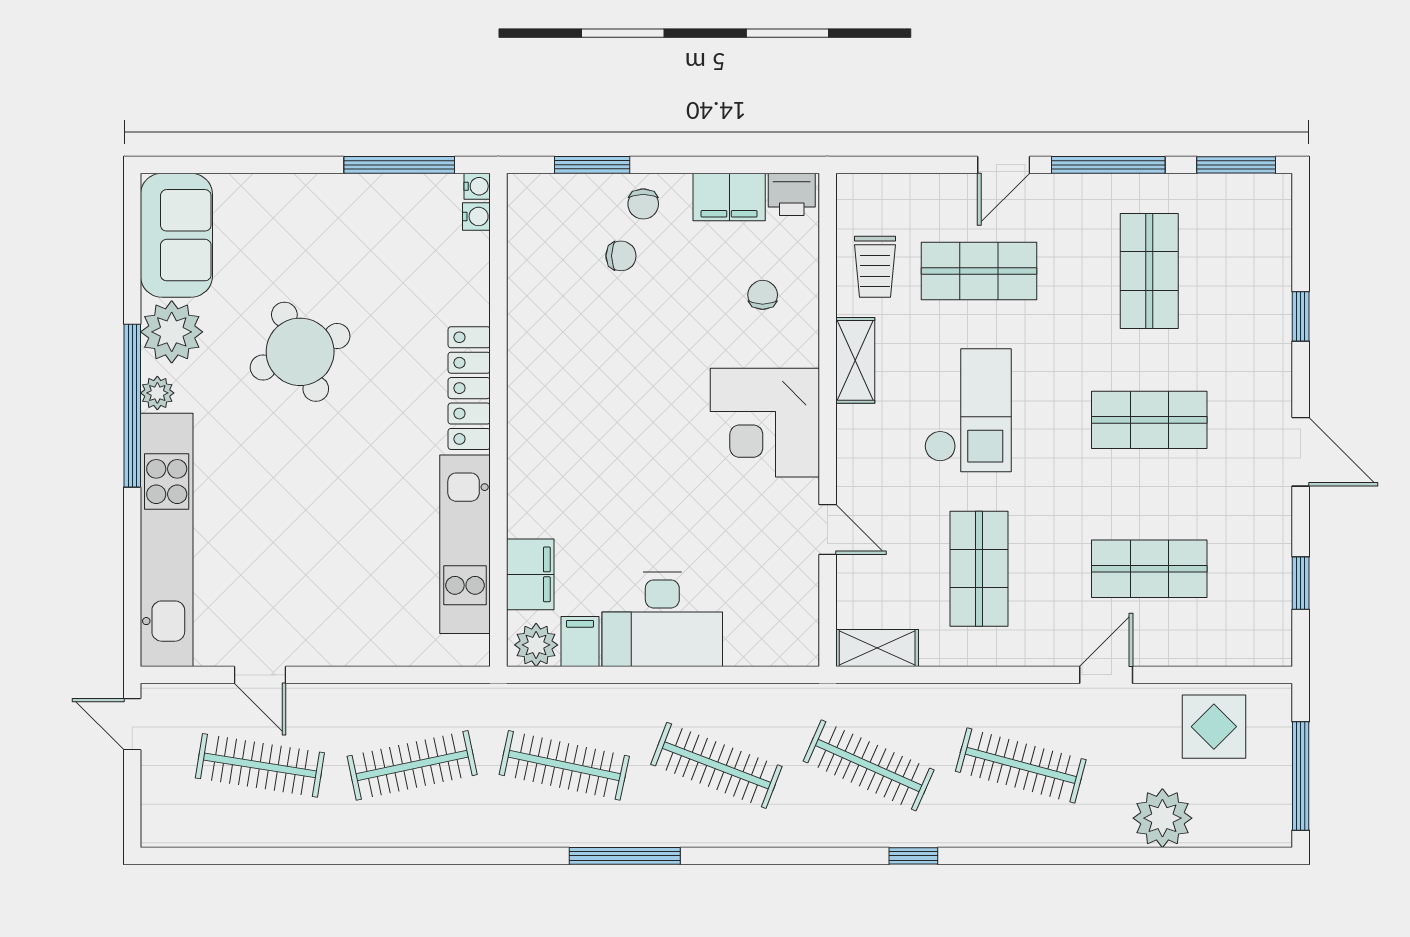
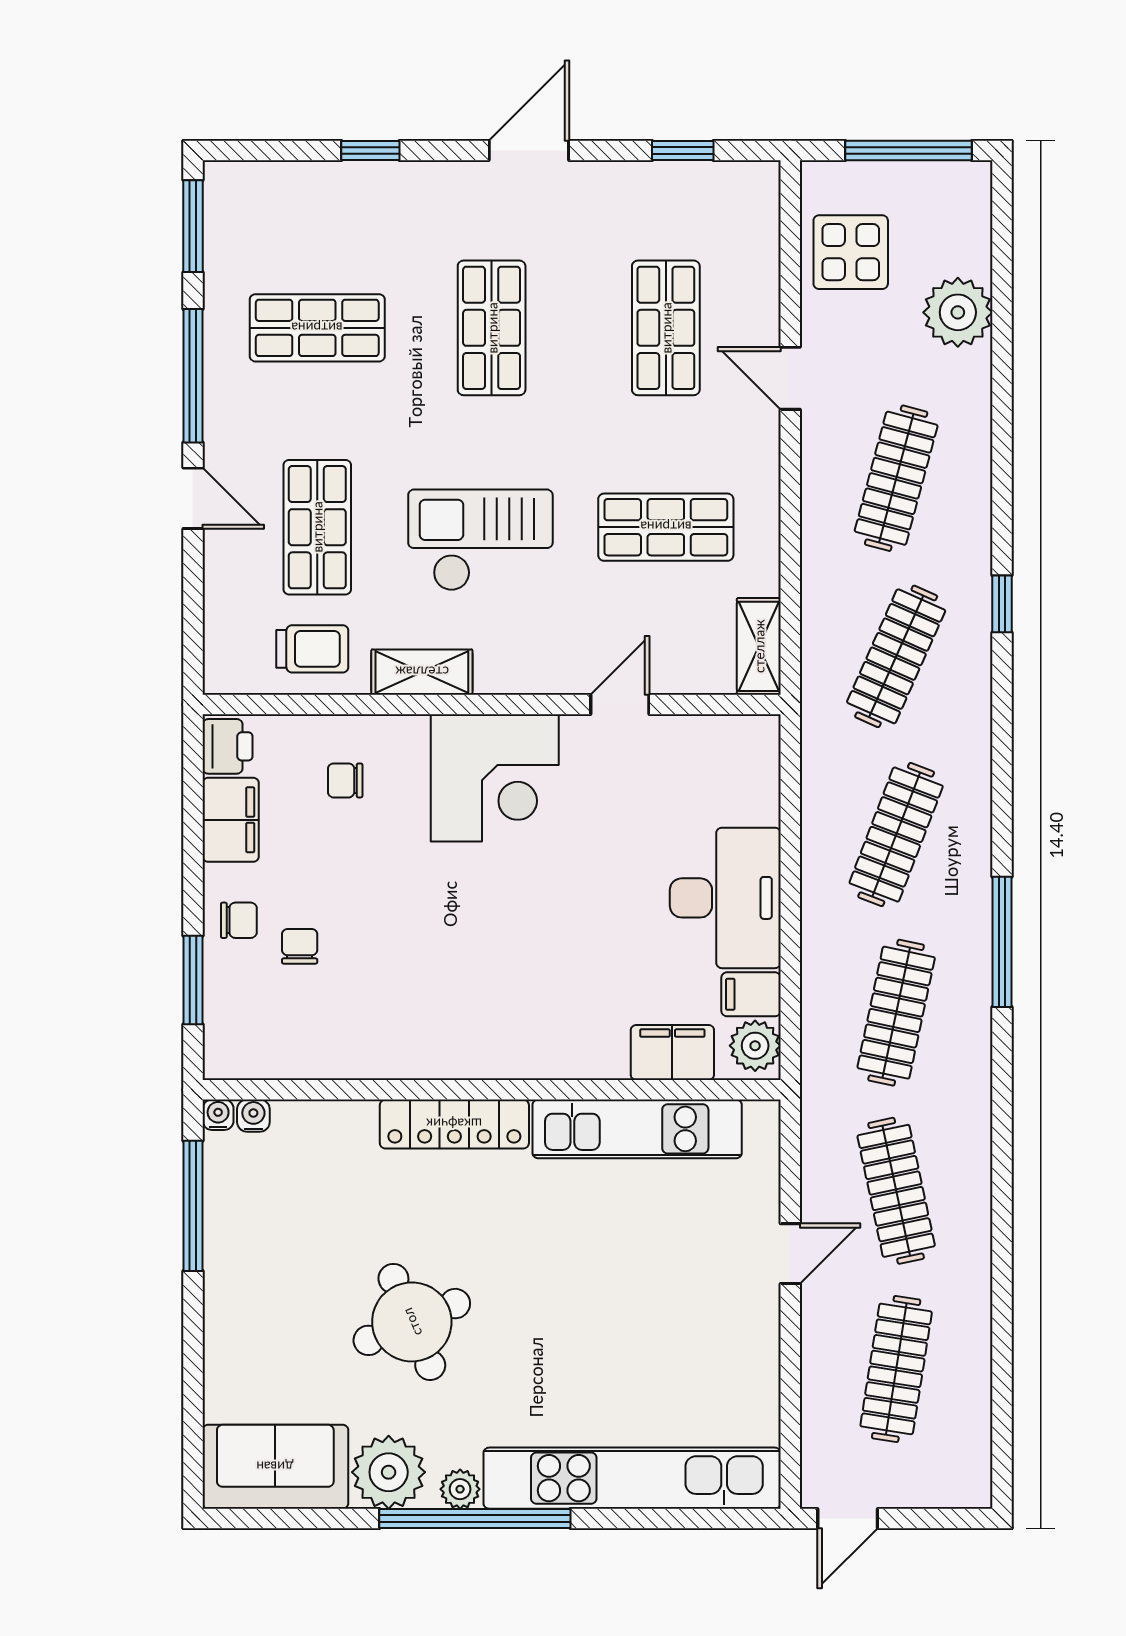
door: (260, 675) -> (790, 1254), moved

